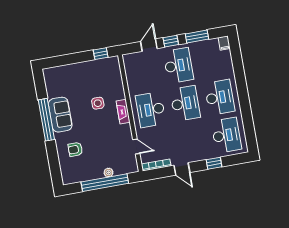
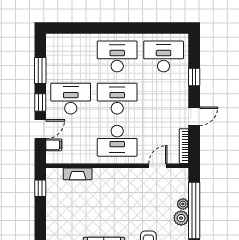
filing cabinet: (224, 43) -> (54, 145), moved
door: (149, 45) -> (40, 129), swing flipped
side table: (98, 103) -> (98, 202), removed
fireplace: (123, 112) -> (78, 174), moved
plant: (97, 173) -> (181, 218), added

